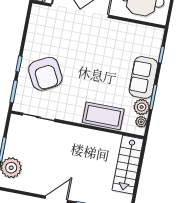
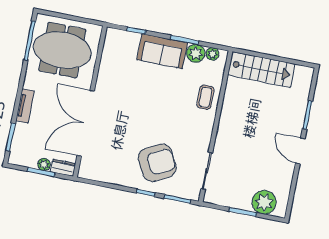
coffee table: (103, 116) -> (205, 97), width x0.54, depth x0.58

